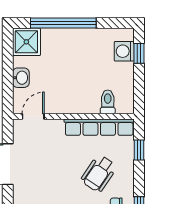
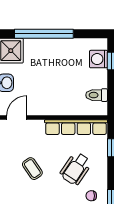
toilet: (108, 102) -> (97, 95), moved, turned -90
coffee table: (50, 173) -> (32, 169), added

